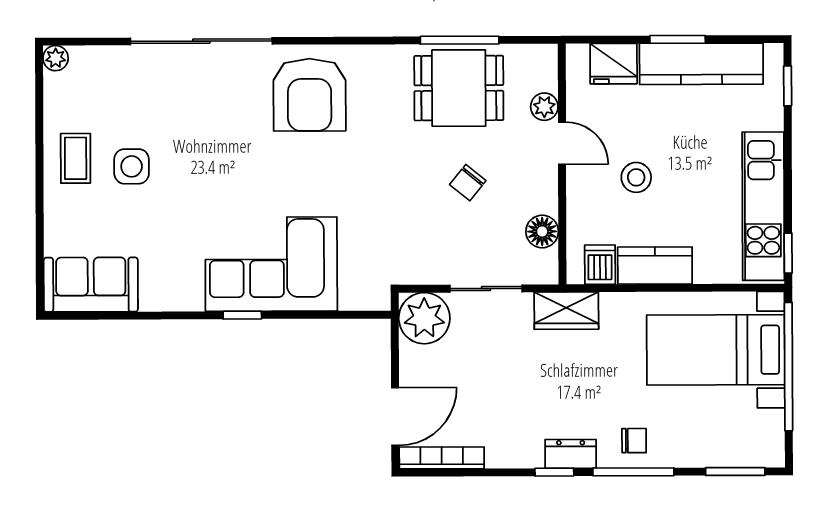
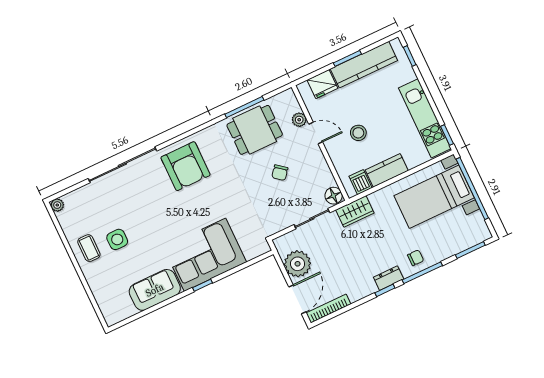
floor lamp: (542, 231) -> (334, 196), moved
sofa: (91, 285) -> (155, 290), moved
plant: (424, 318) -> (298, 264), moved

